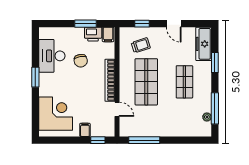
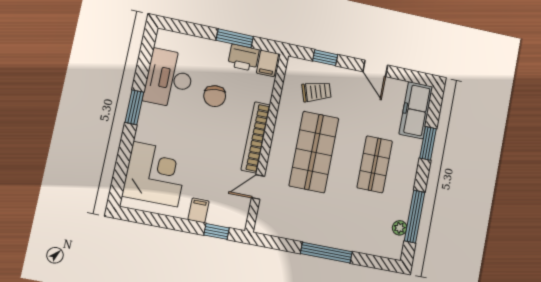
door: (117, 109) -> (258, 187), swing flipped
window: (144, 140) -> (326, 253), moved

